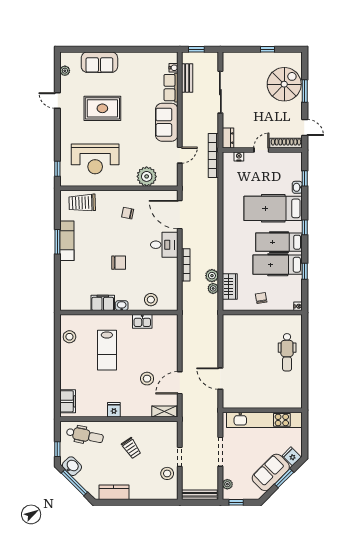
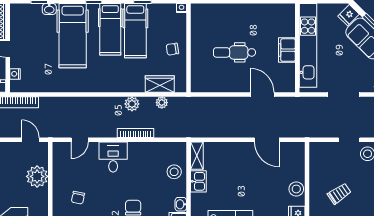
door: (180, 155) -> (30, 140), moved
door: (180, 215) -> (80, 140), width x0.53
plant: (212, 276) -> (132, 104), moved
dental chair: (287, 352) -> (235, 52), moved, turned 180
stool: (147, 379) -> (296, 189), moved
door: (220, 379) -> (262, 94), swing flipped
filing cabinet: (260, 401) -> (287, 50), added
shelving: (164, 412) -> (197, 156), moved

